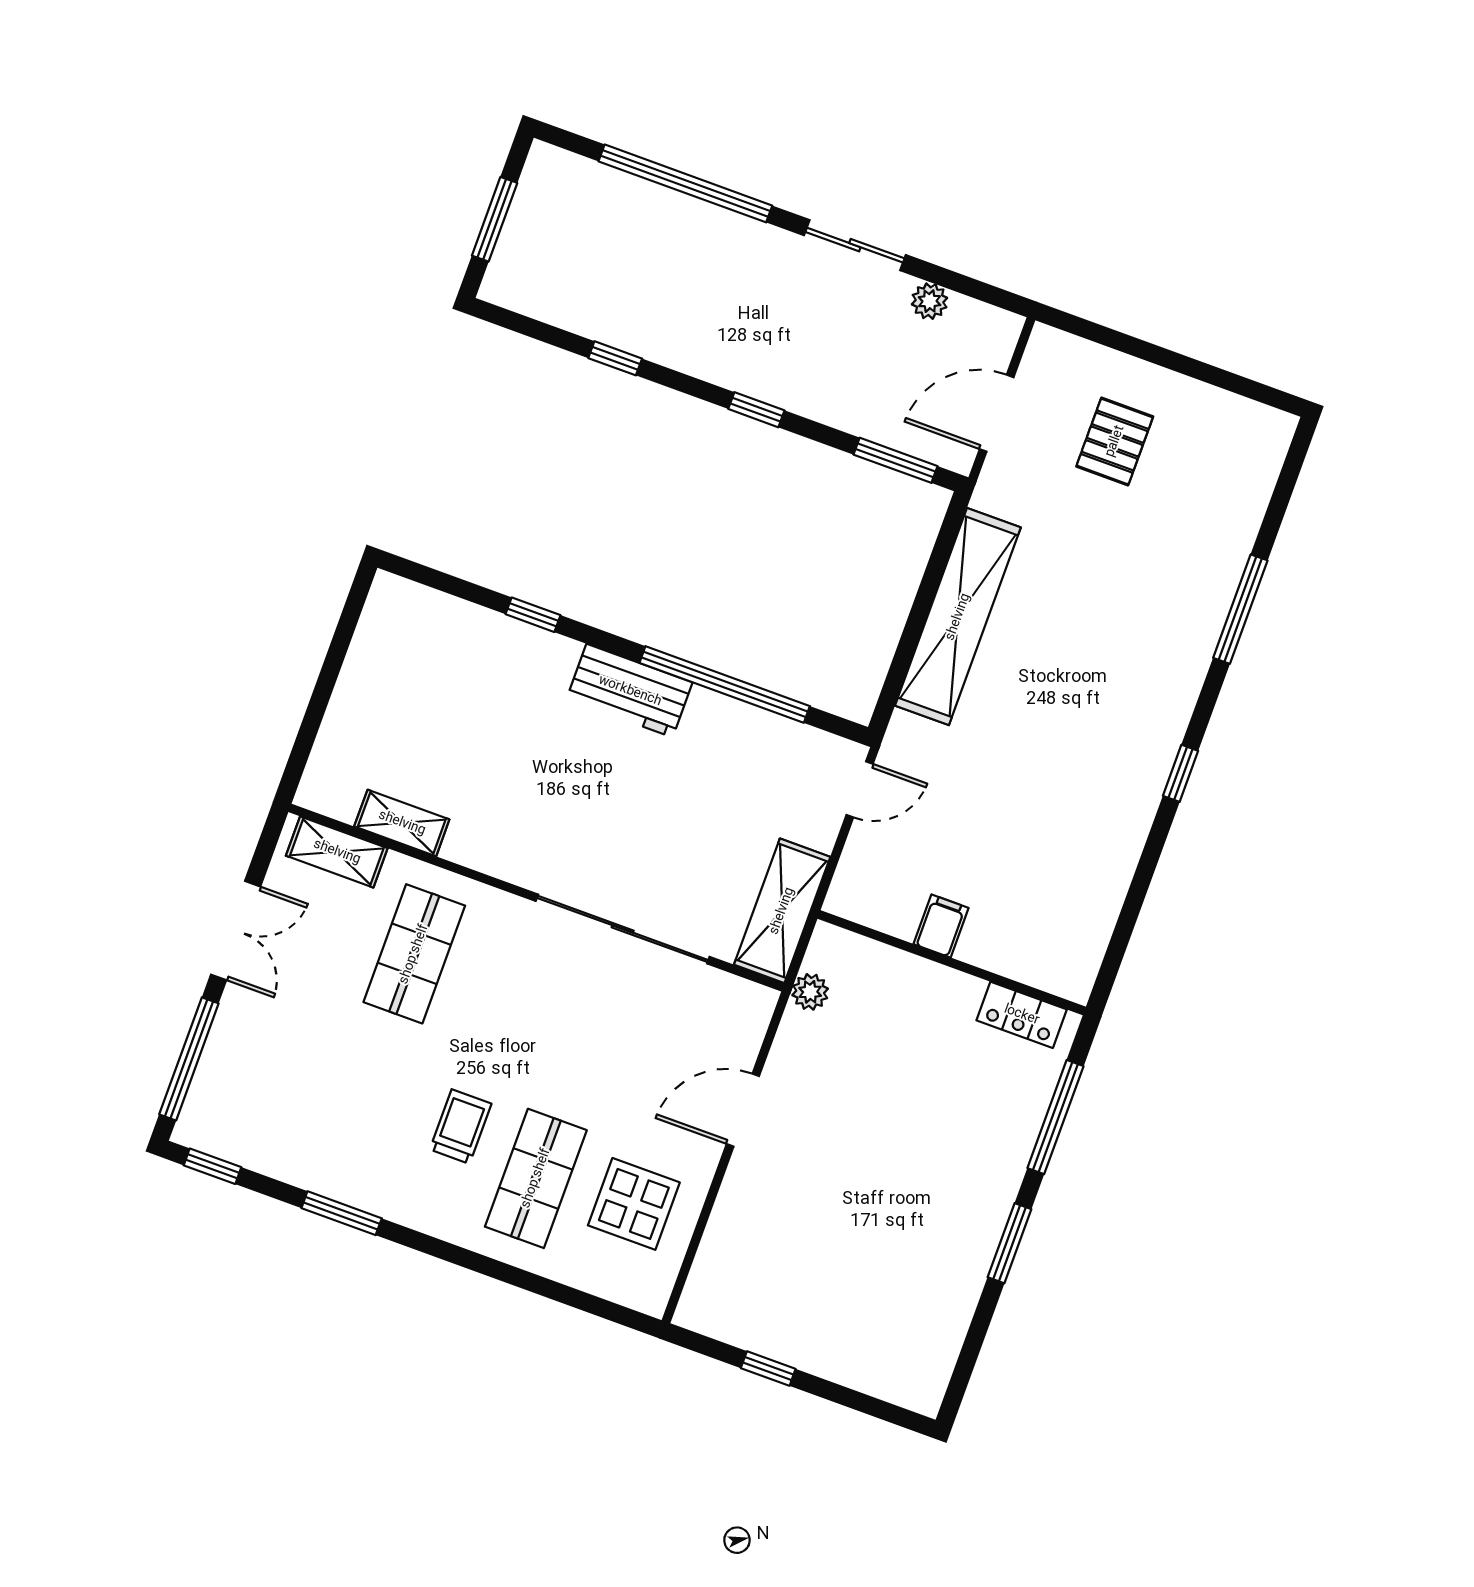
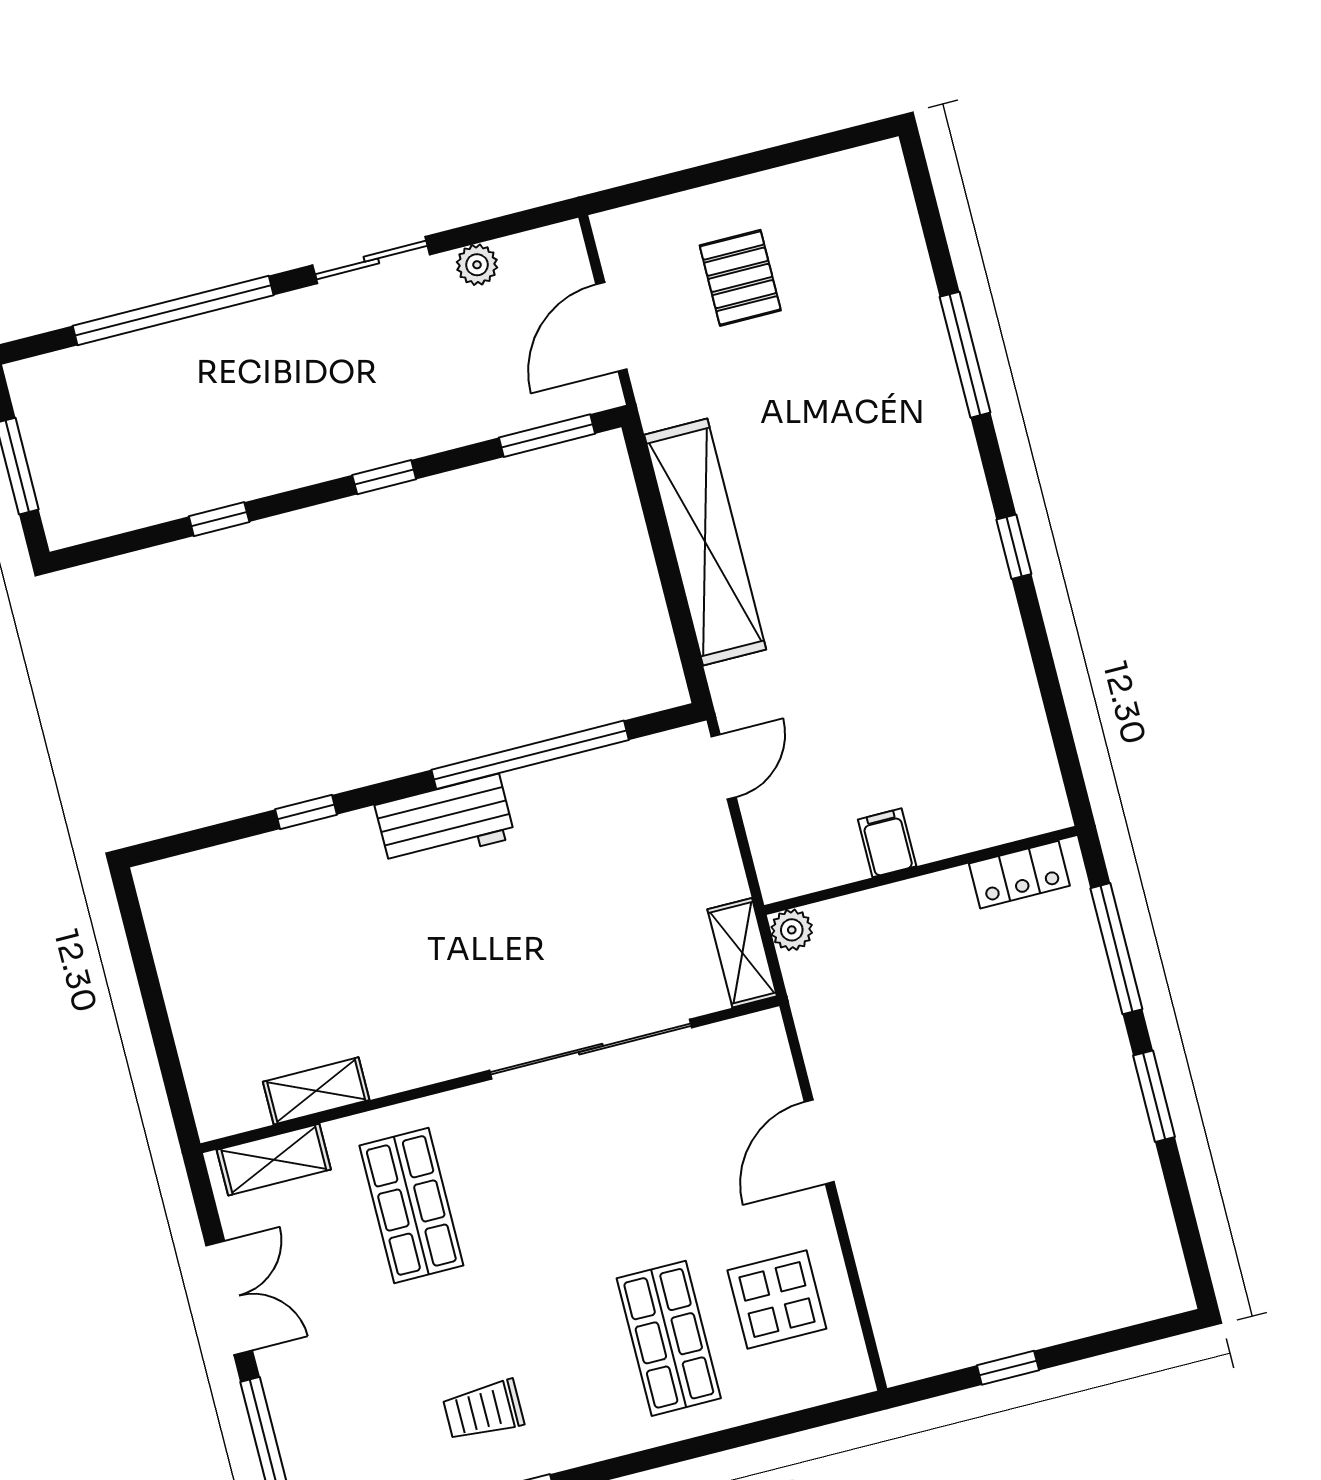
shelving: (782, 911) -> (742, 953), width x0.67, depth x0.75
plant: (810, 992) -> (792, 930), moved
trolley: (461, 1127) -> (483, 1410), moved, turned -90

